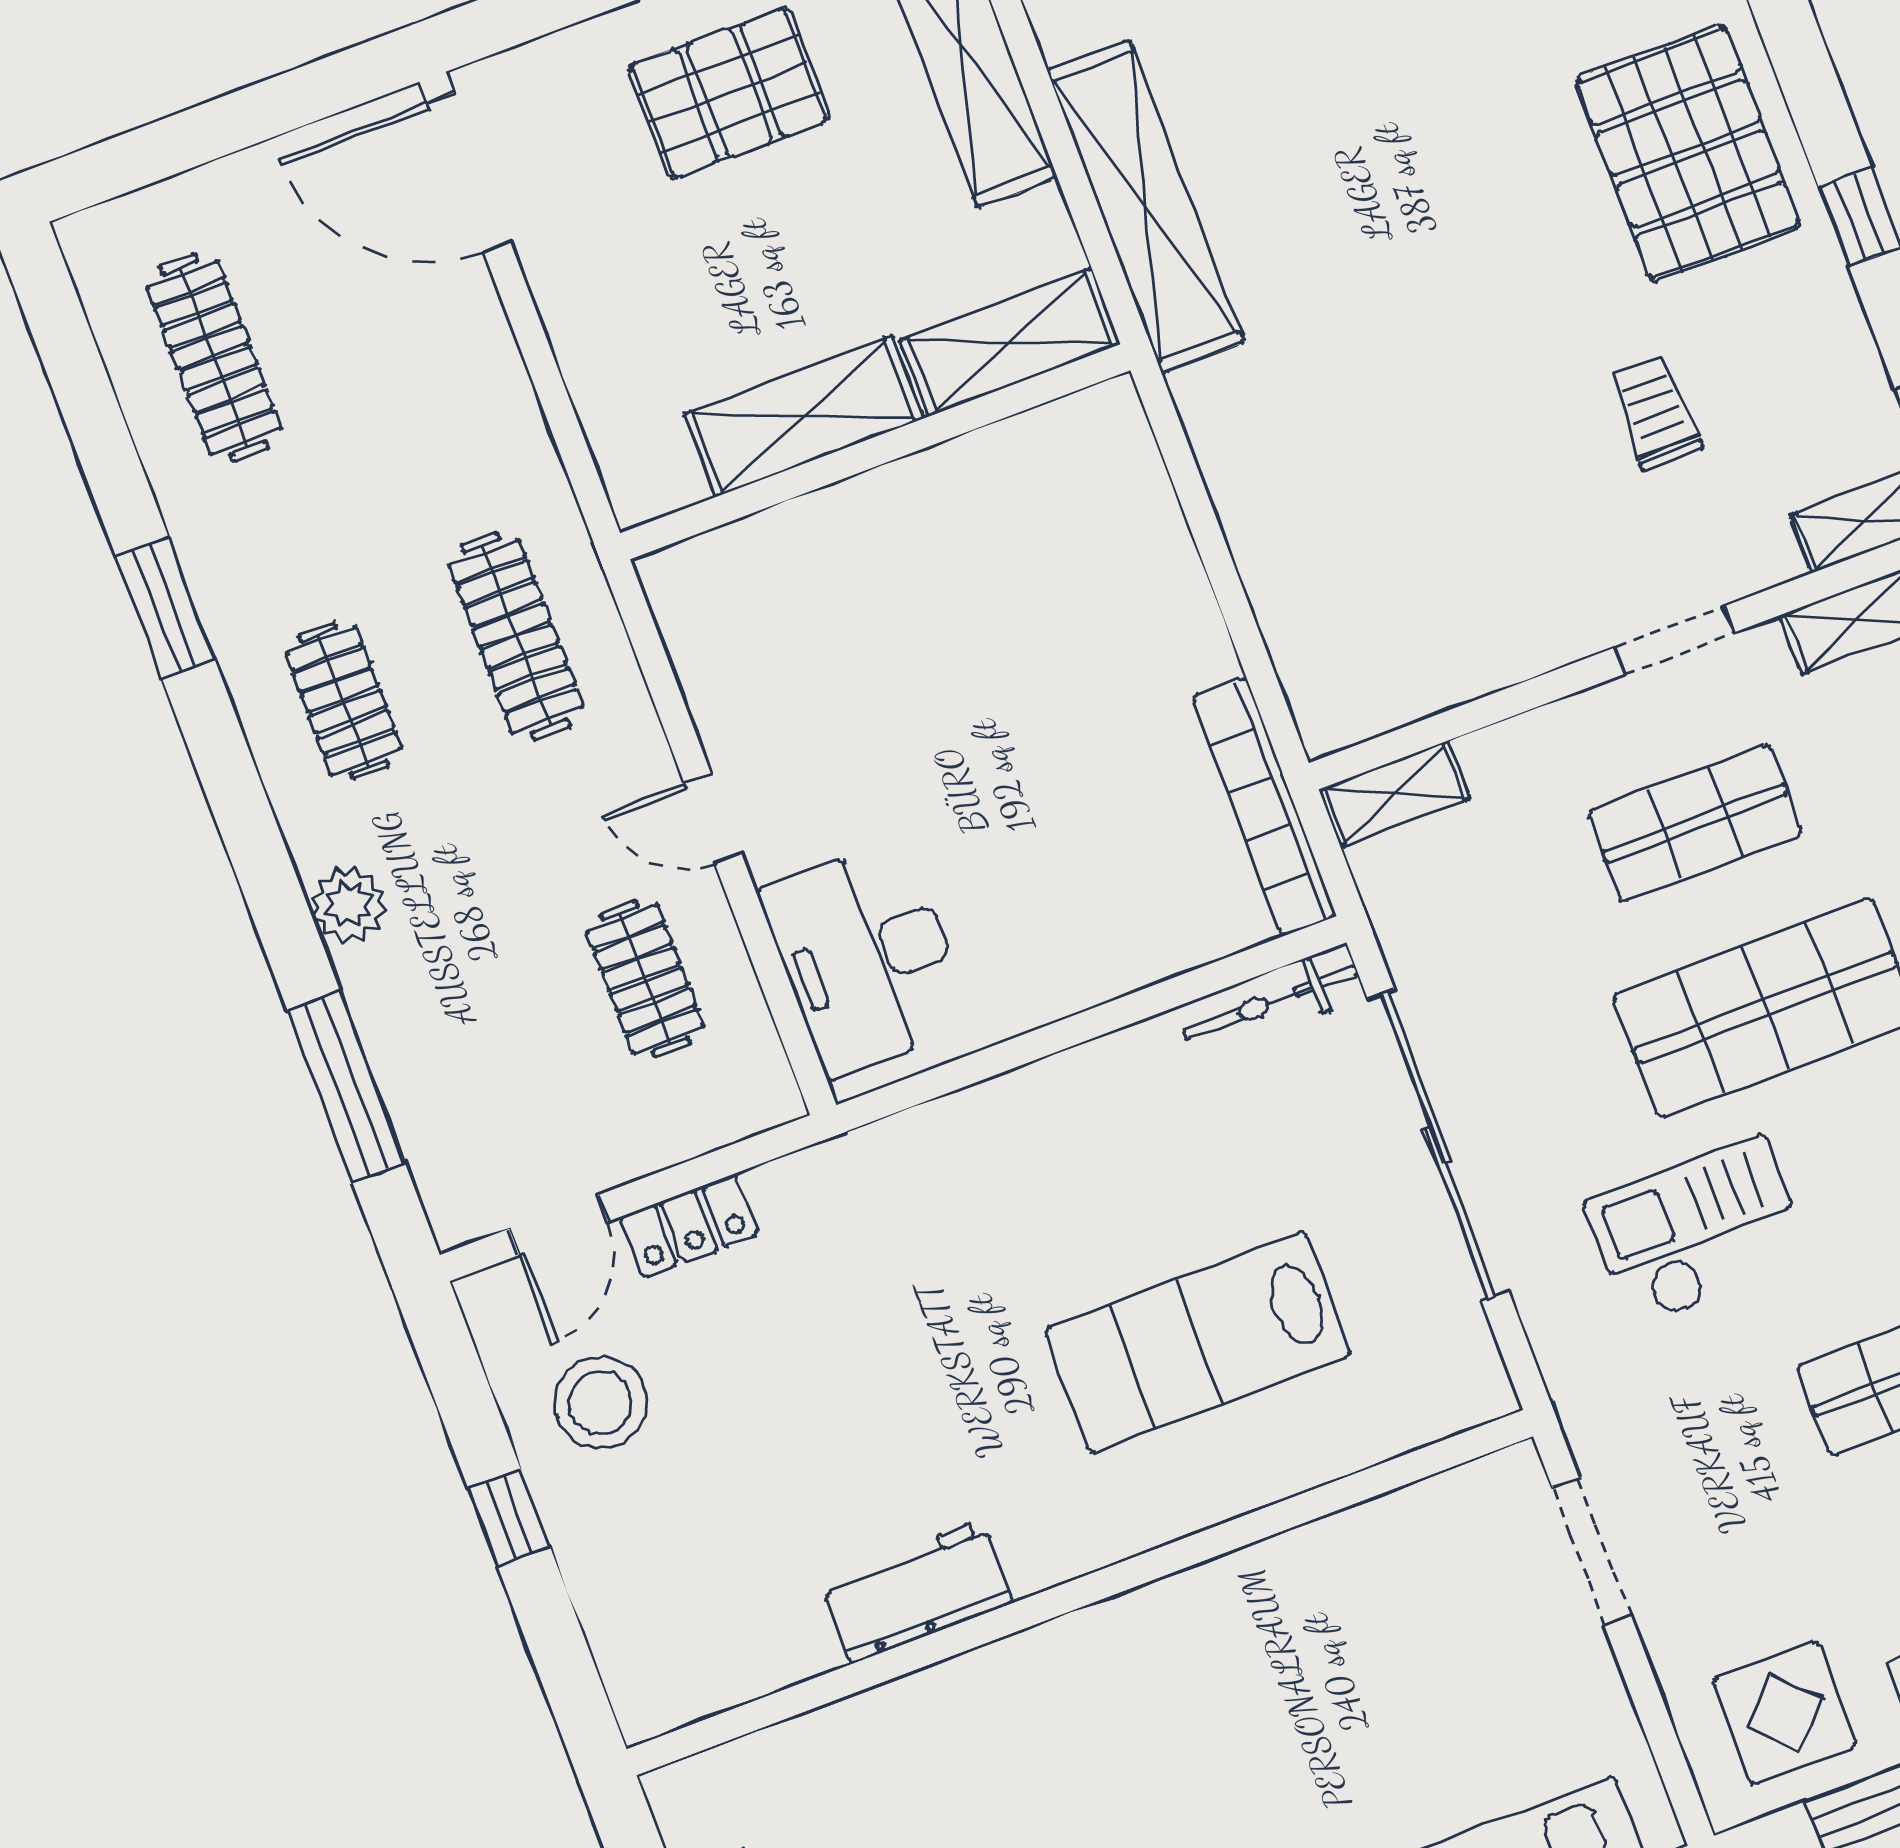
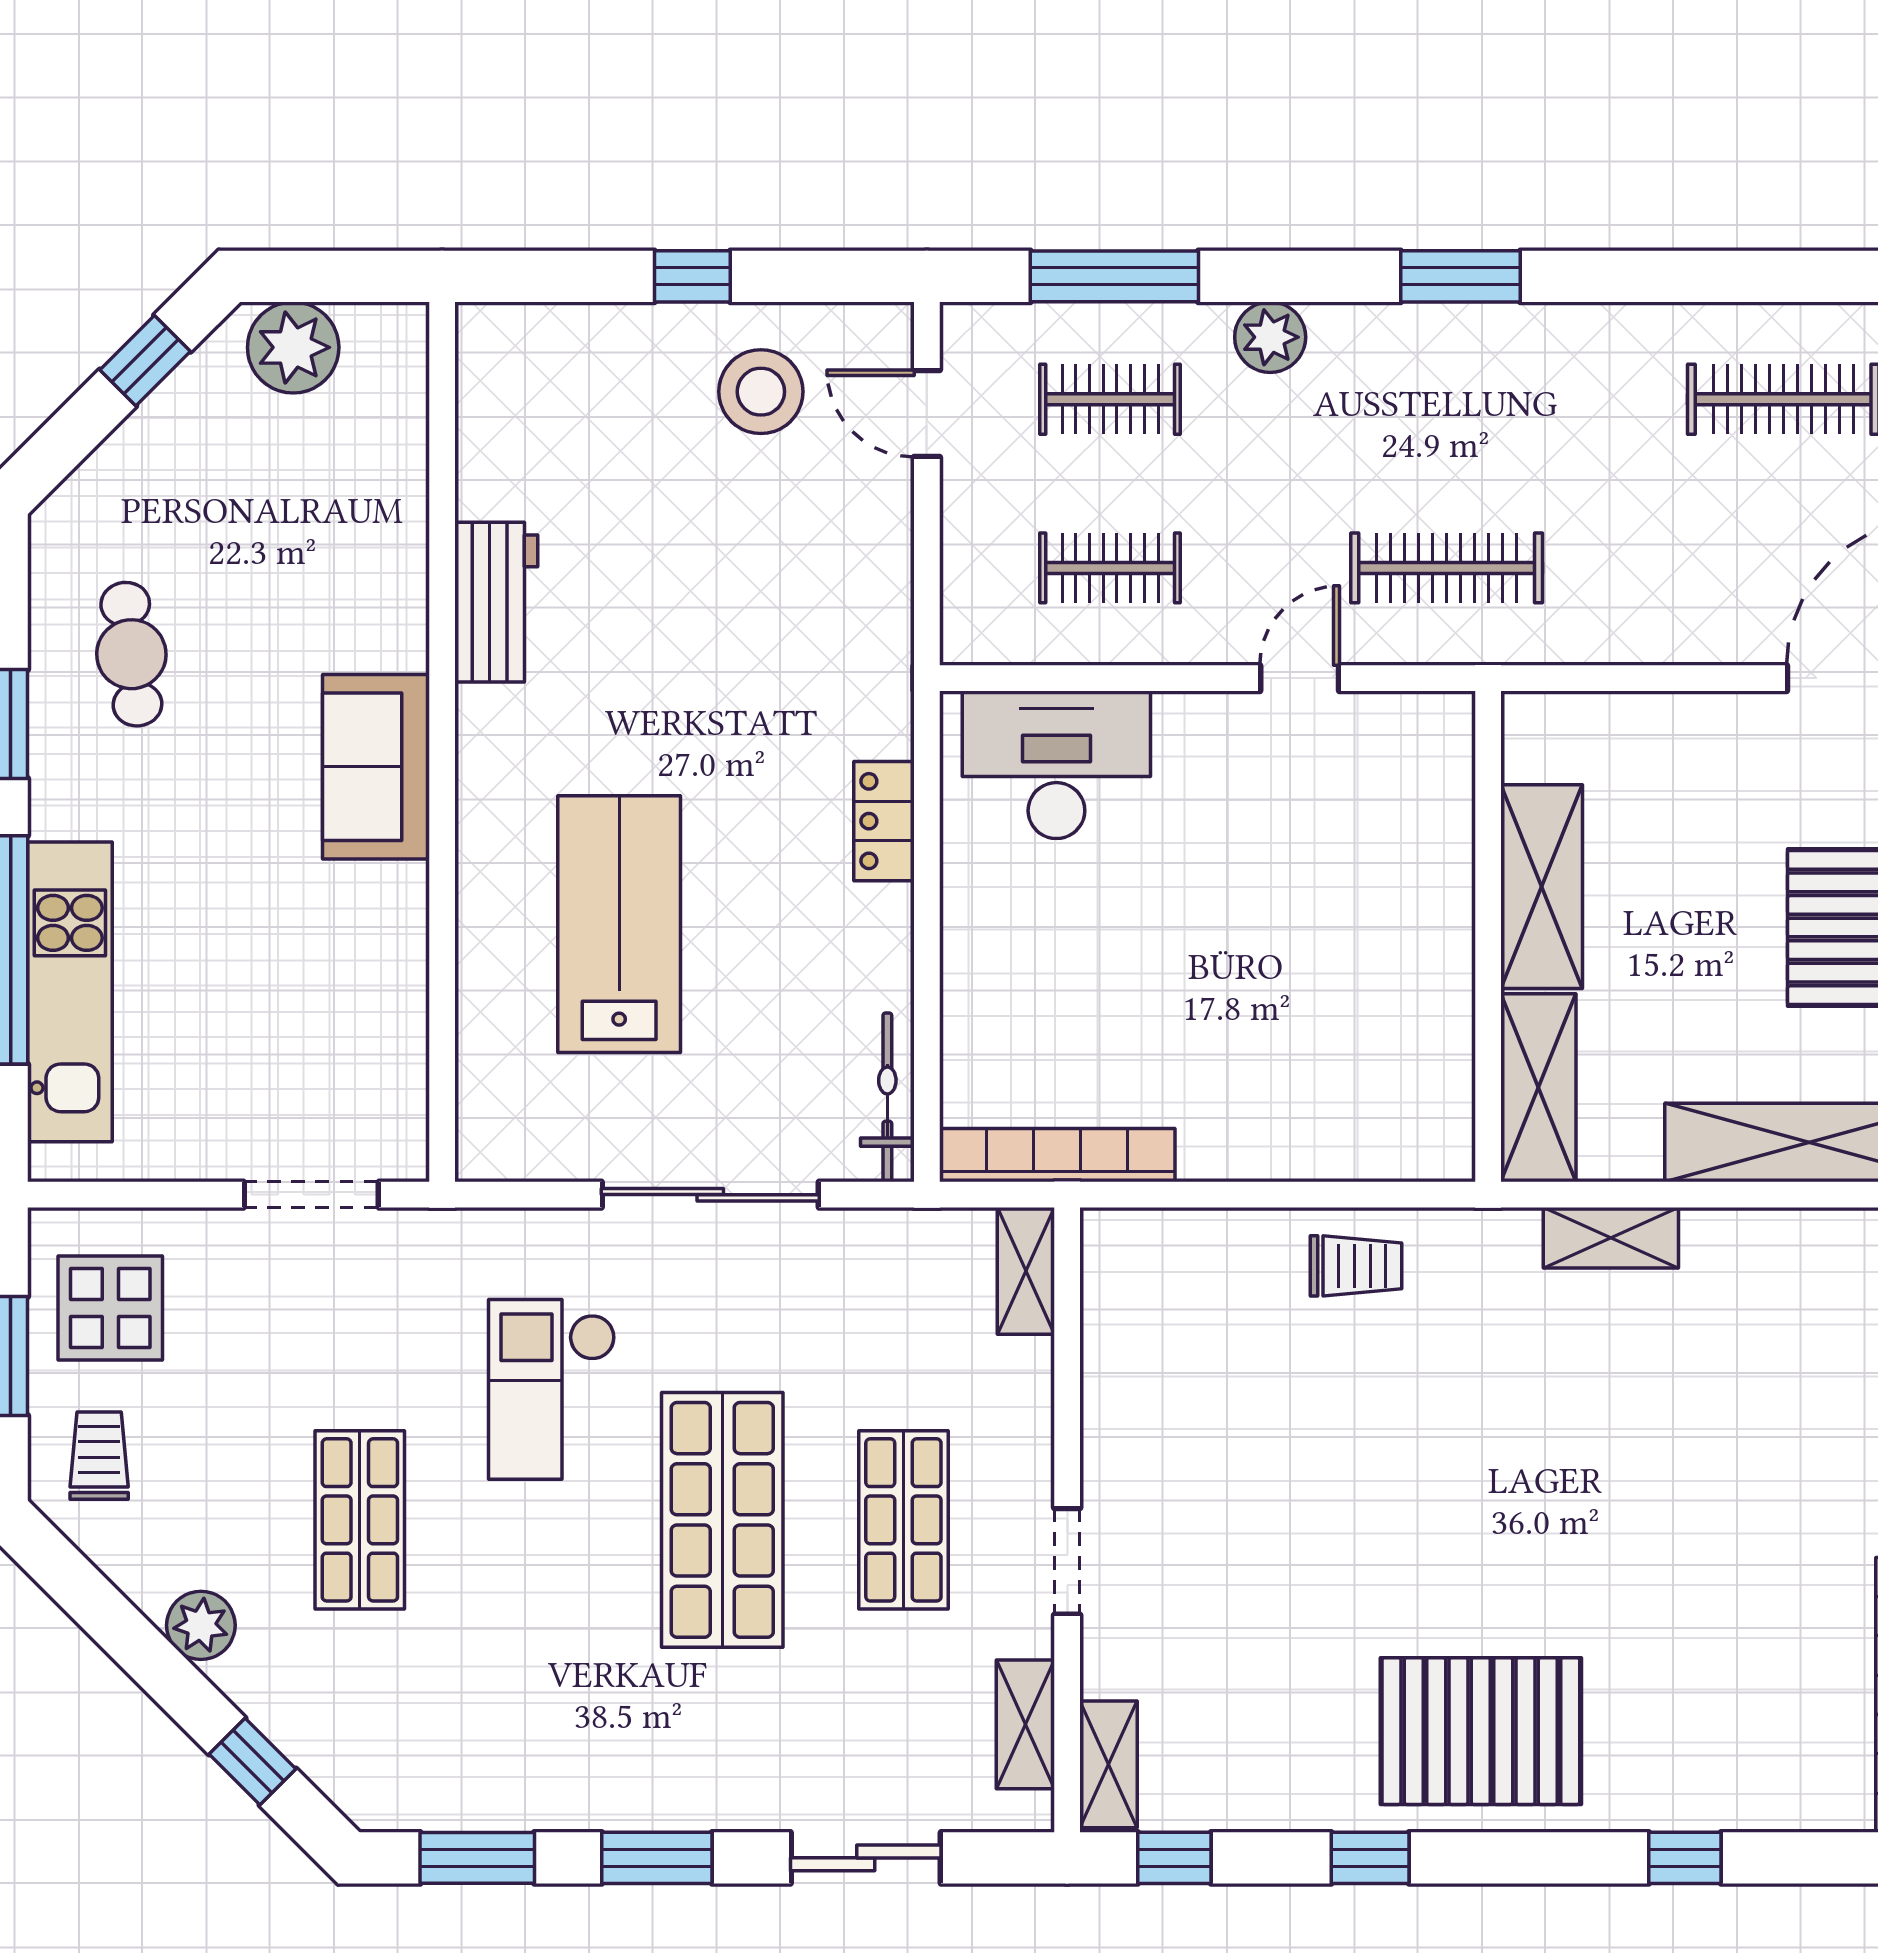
shelving: (1146, 207) -> (1611, 1238), width x0.45, depth x0.75
trolley: (1655, 412) -> (1356, 1266), moved
window: (165, 608) -> (1460, 276), moved
clothes rail: (344, 701) -> (1110, 399), moved
door: (713, 819) -> (1300, 678), moved
sliding door: (1438, 1145) -> (710, 1195), width x0.73
locker: (689, 1226) -> (884, 821), moved
checkout: (1698, 1232) -> (552, 1389), turned 180
sofa: (1131, 1651) -> (376, 767), added

